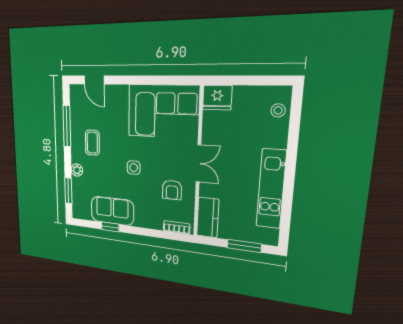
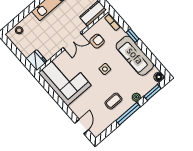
window: (67, 126) -> (128, 114), moved
double door: (198, 163) -> (73, 41), swing flipped
sofa: (112, 211) -> (135, 56), width x1.36
floor lamp: (78, 212) -> (159, 77), added
window: (110, 227) -> (133, 36), moved

